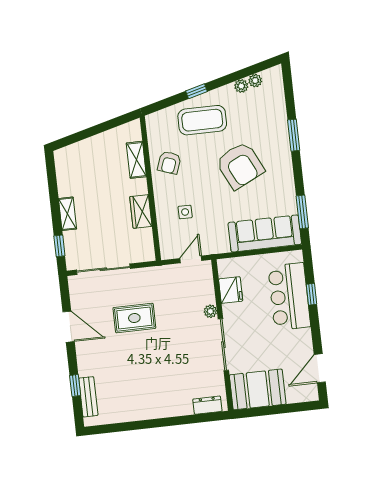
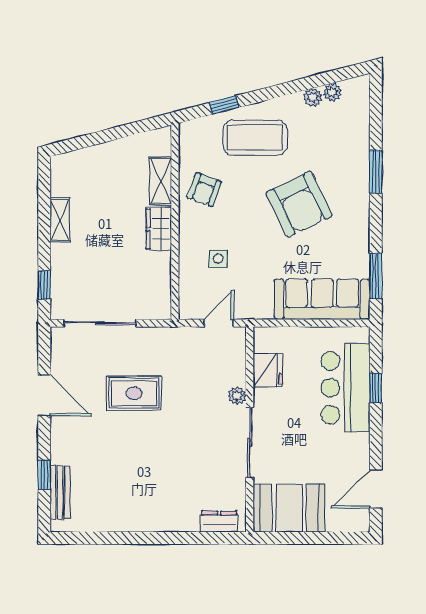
window: (197, 91) -> (224, 105), moved
wardrobe: (141, 211) -> (159, 229), moved
shelving: (68, 214) -> (60, 220), moved

